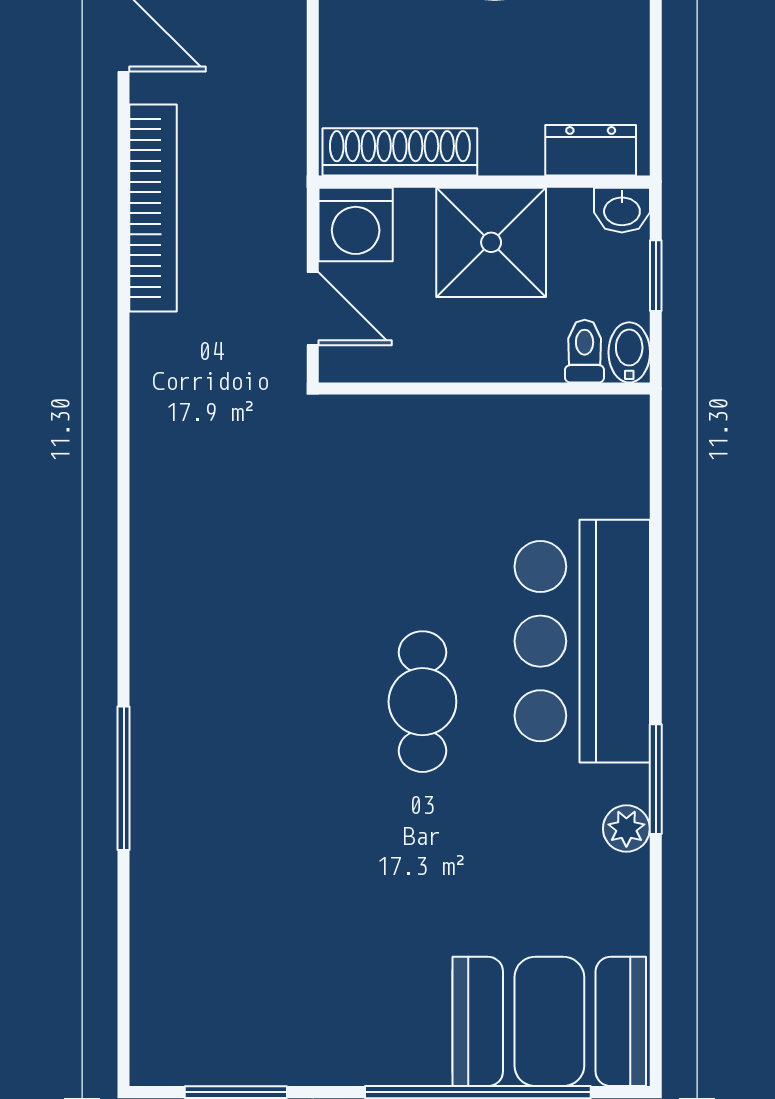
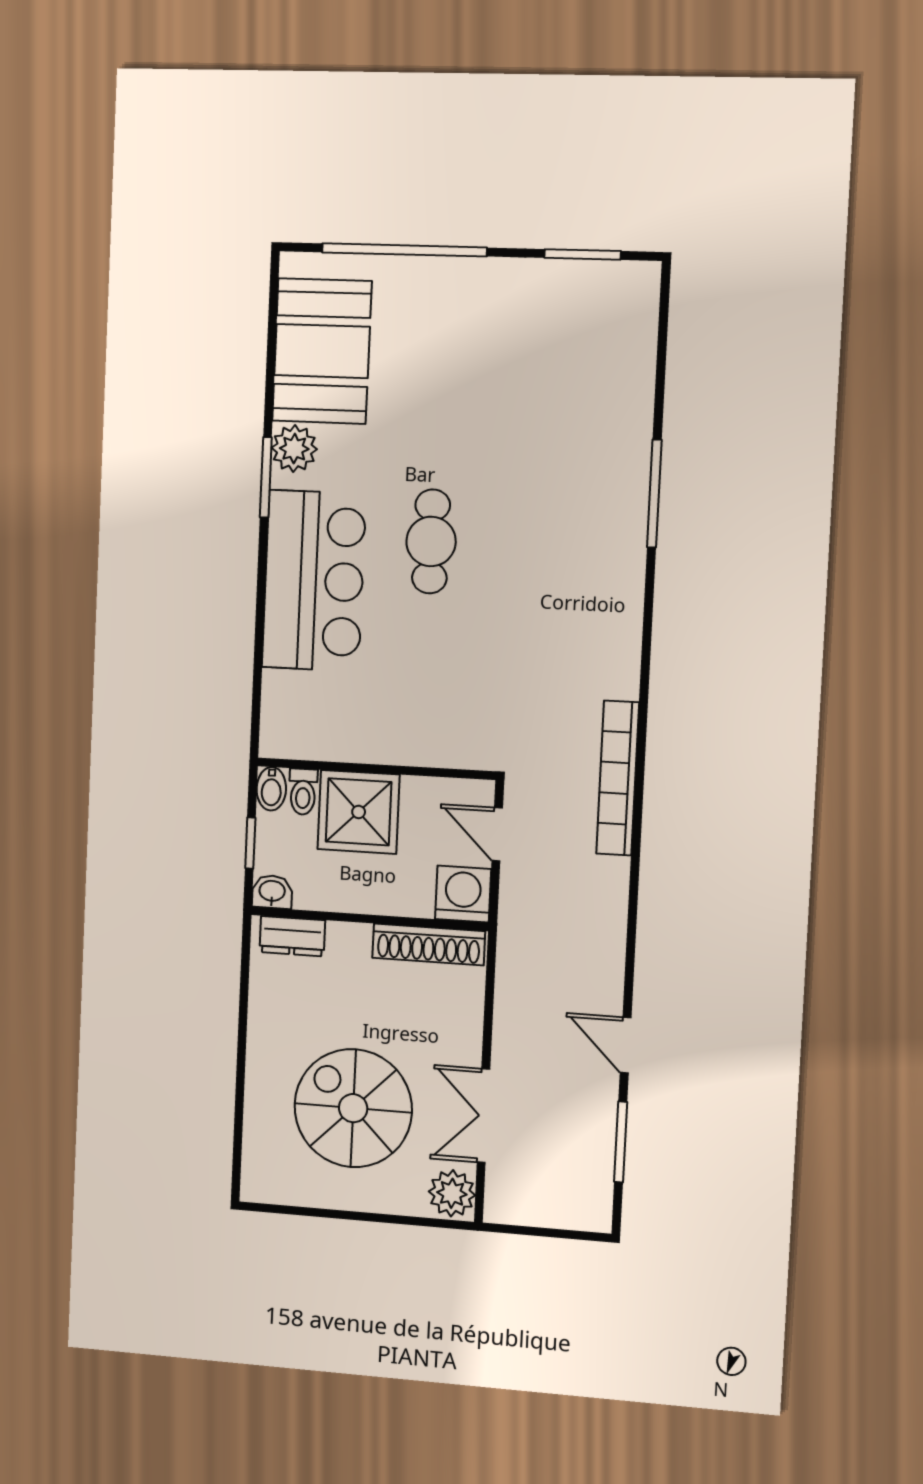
bookcase: (153, 208) -> (618, 778), moved
shower: (491, 242) -> (359, 812), moved
plant: (626, 829) -> (294, 449), width x1.38, depth x1.38
booth: (549, 1021) -> (322, 351), moved, turned 90

